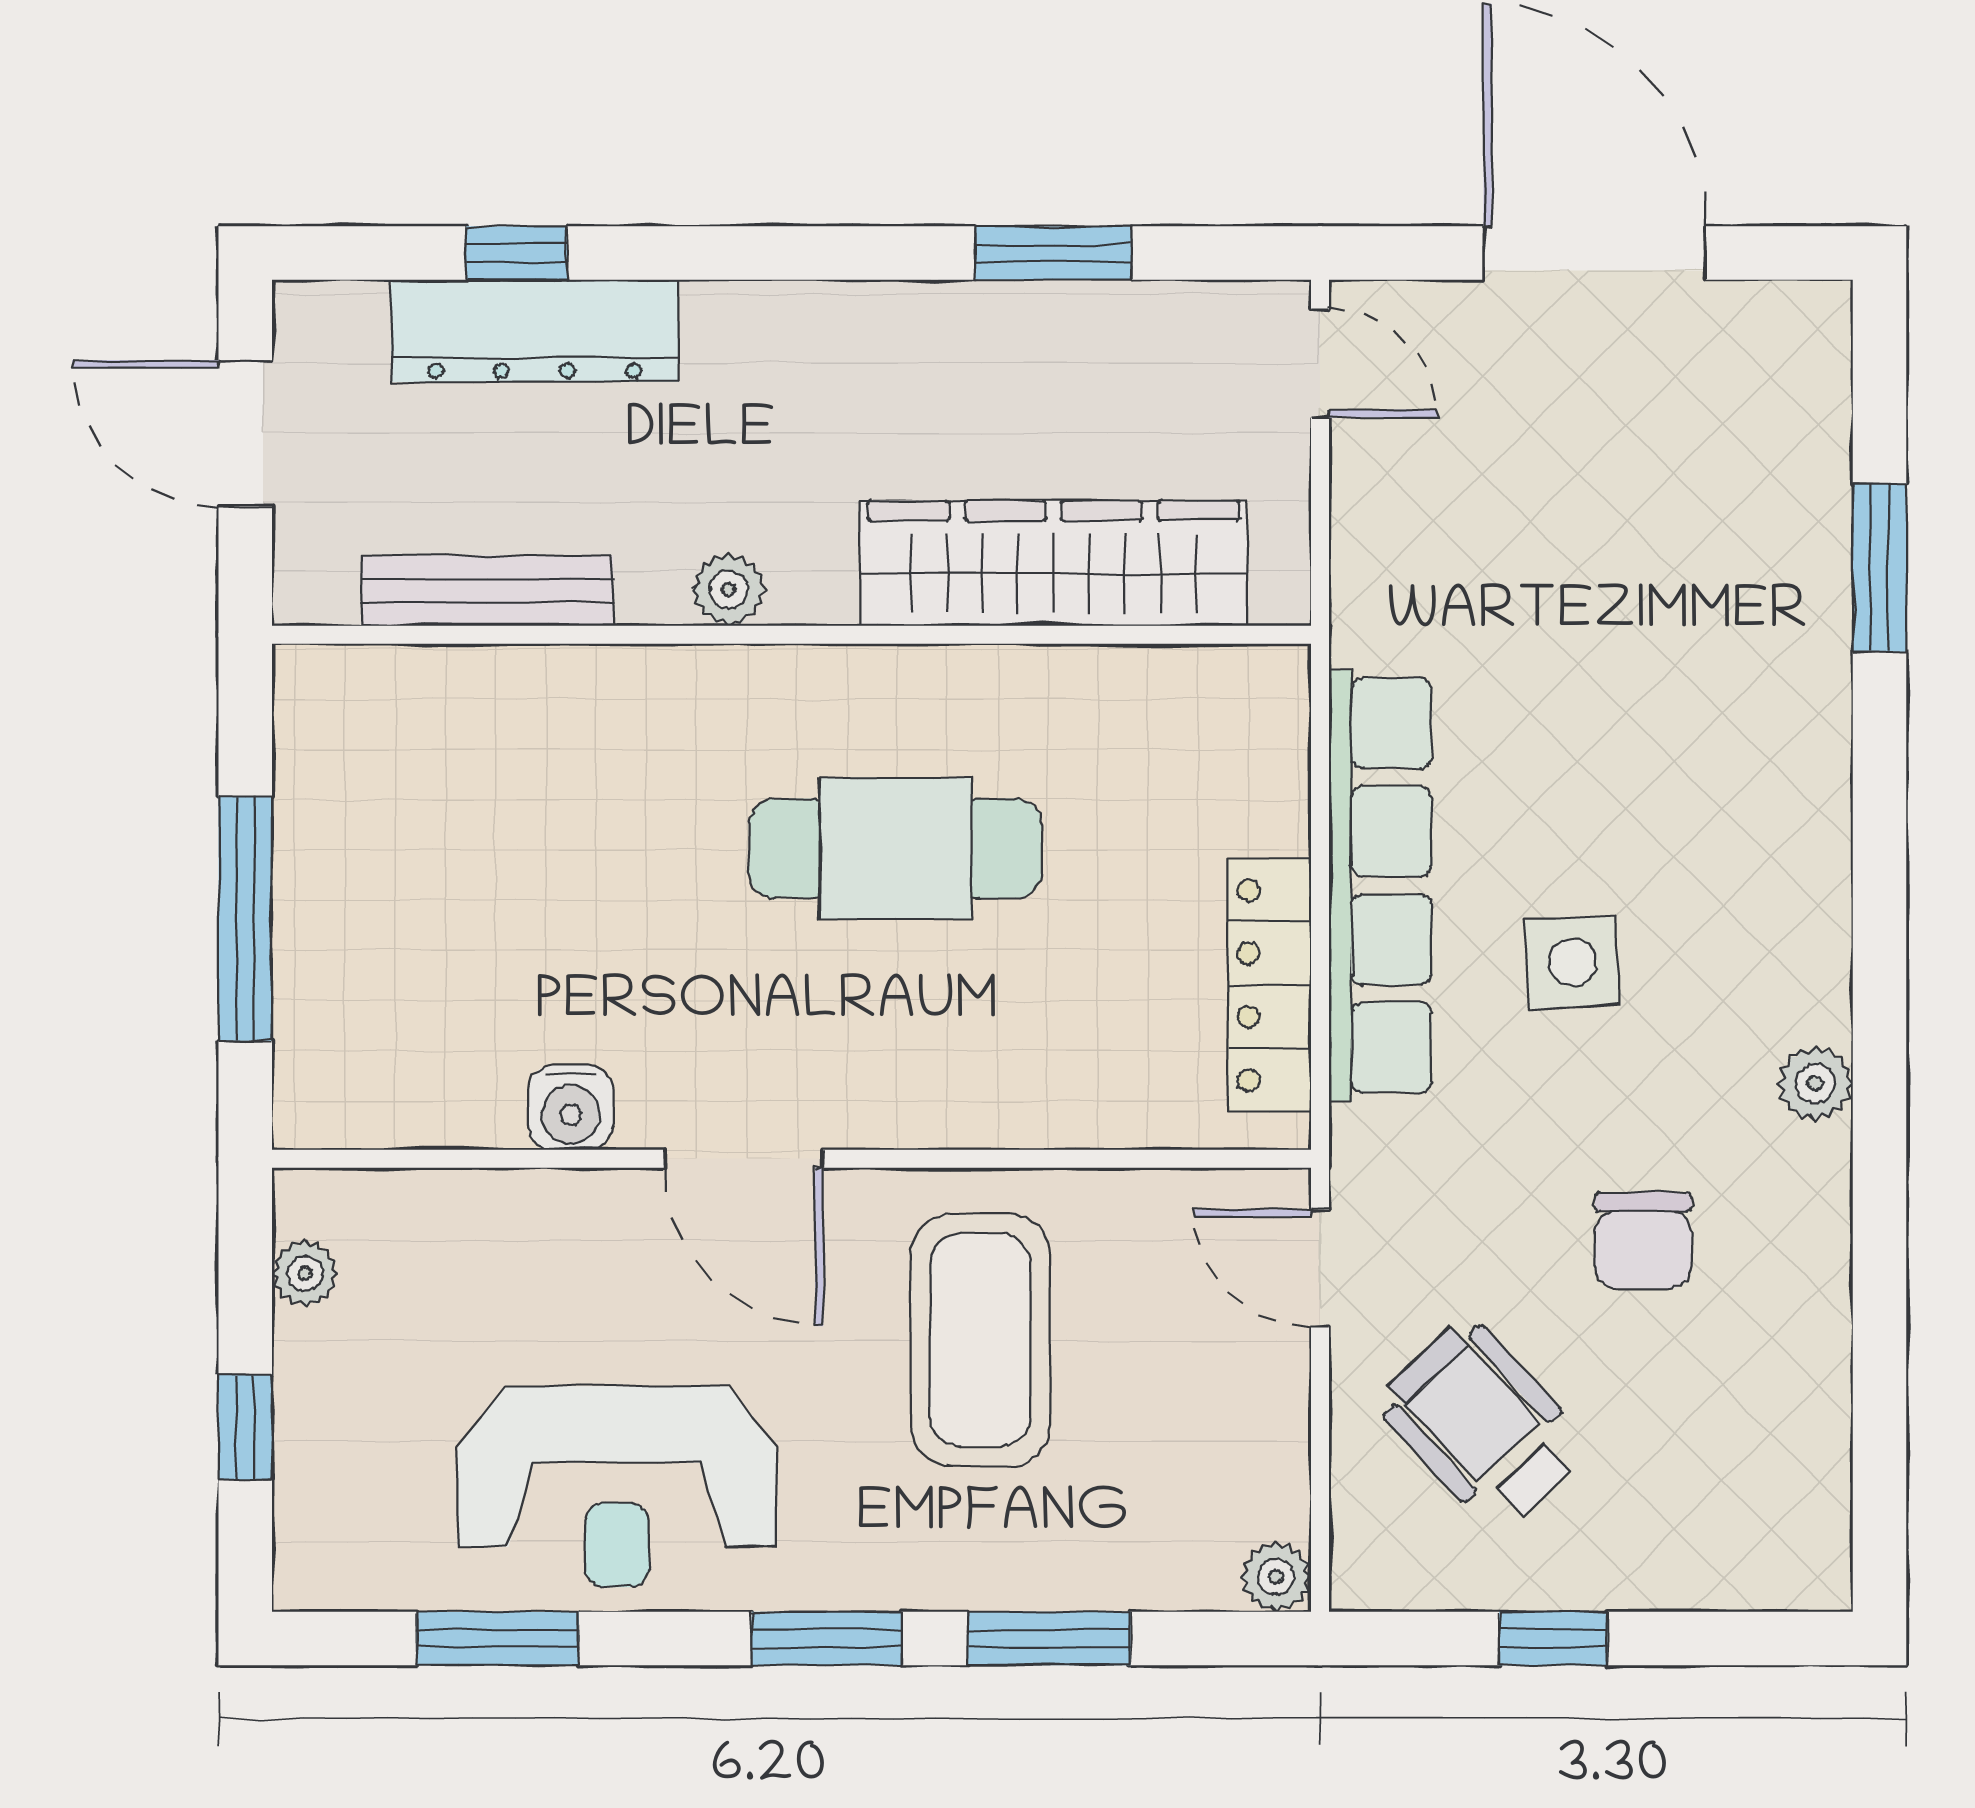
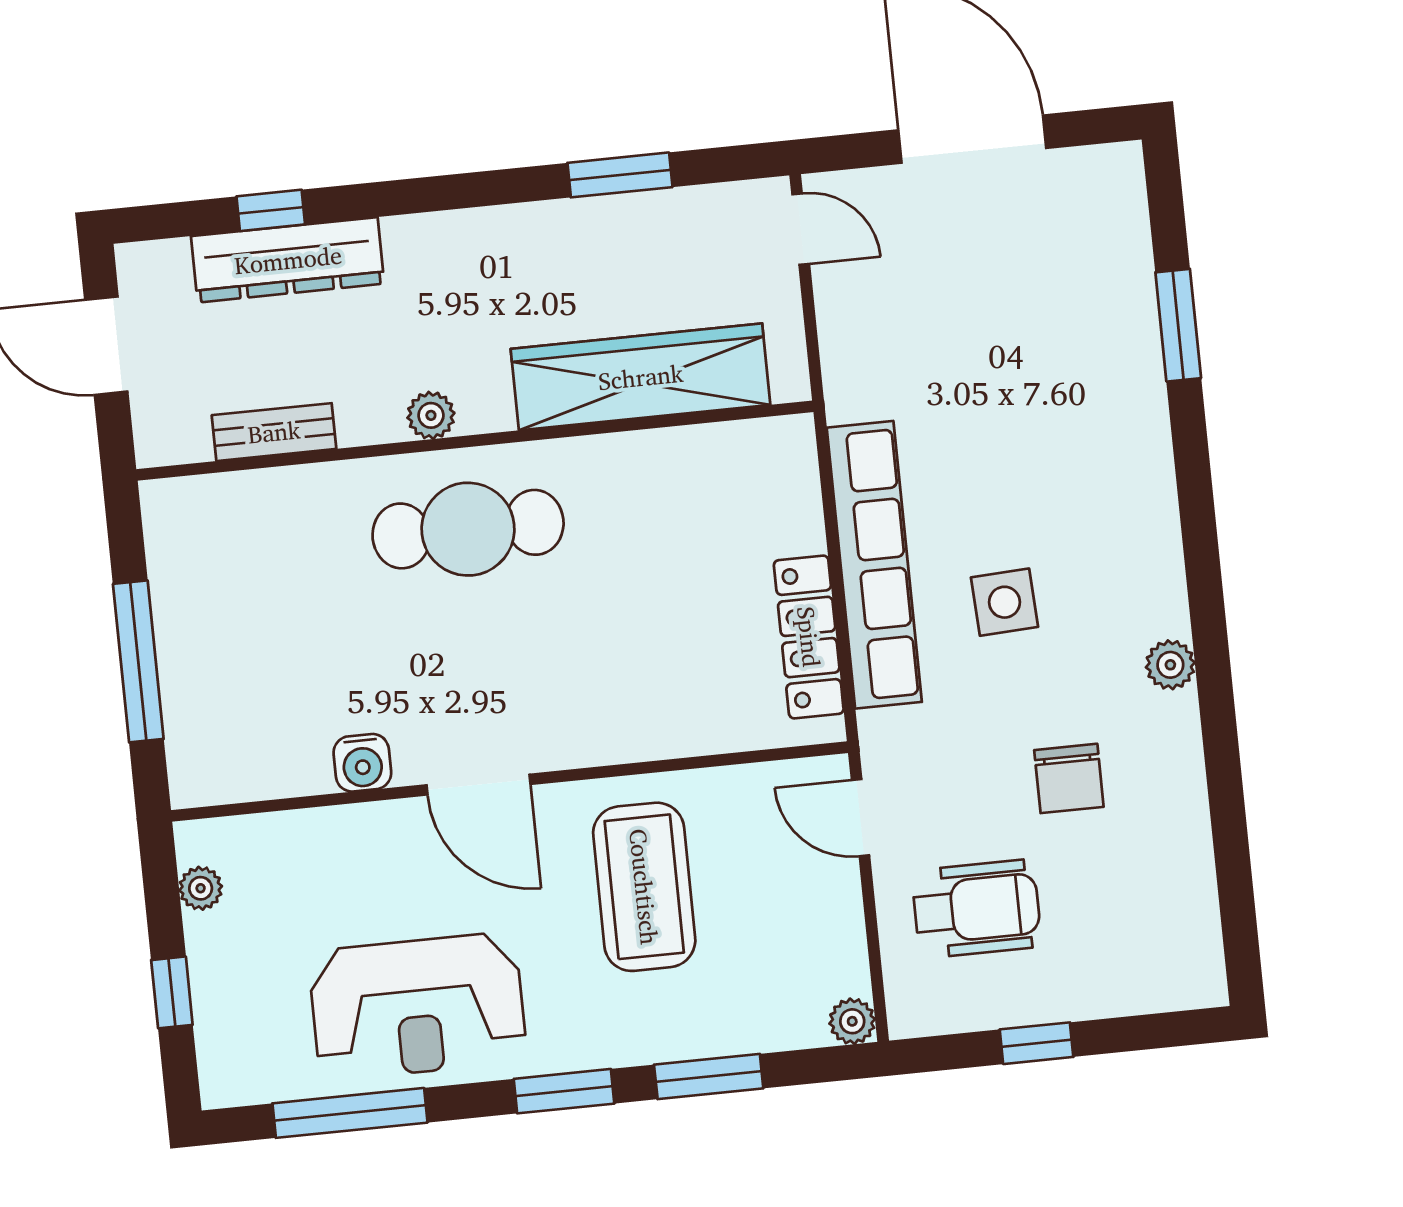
bench: (487, 591) -> (274, 432), width x0.73
cafe table: (895, 848) -> (468, 529), moved
wheelchair: (1483, 1425) -> (977, 909), turned 133
window: (498, 1638) -> (350, 1113), width x1.44

